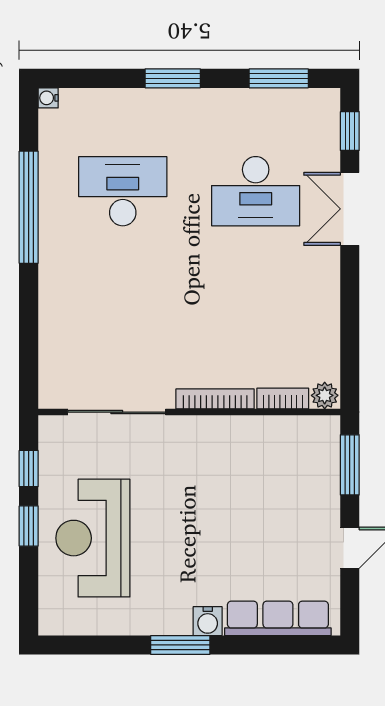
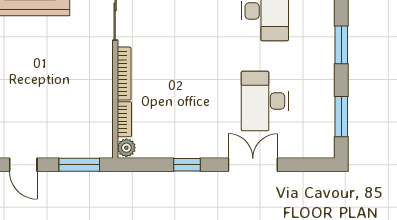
window: (350, 131) -> (187, 165), moved

